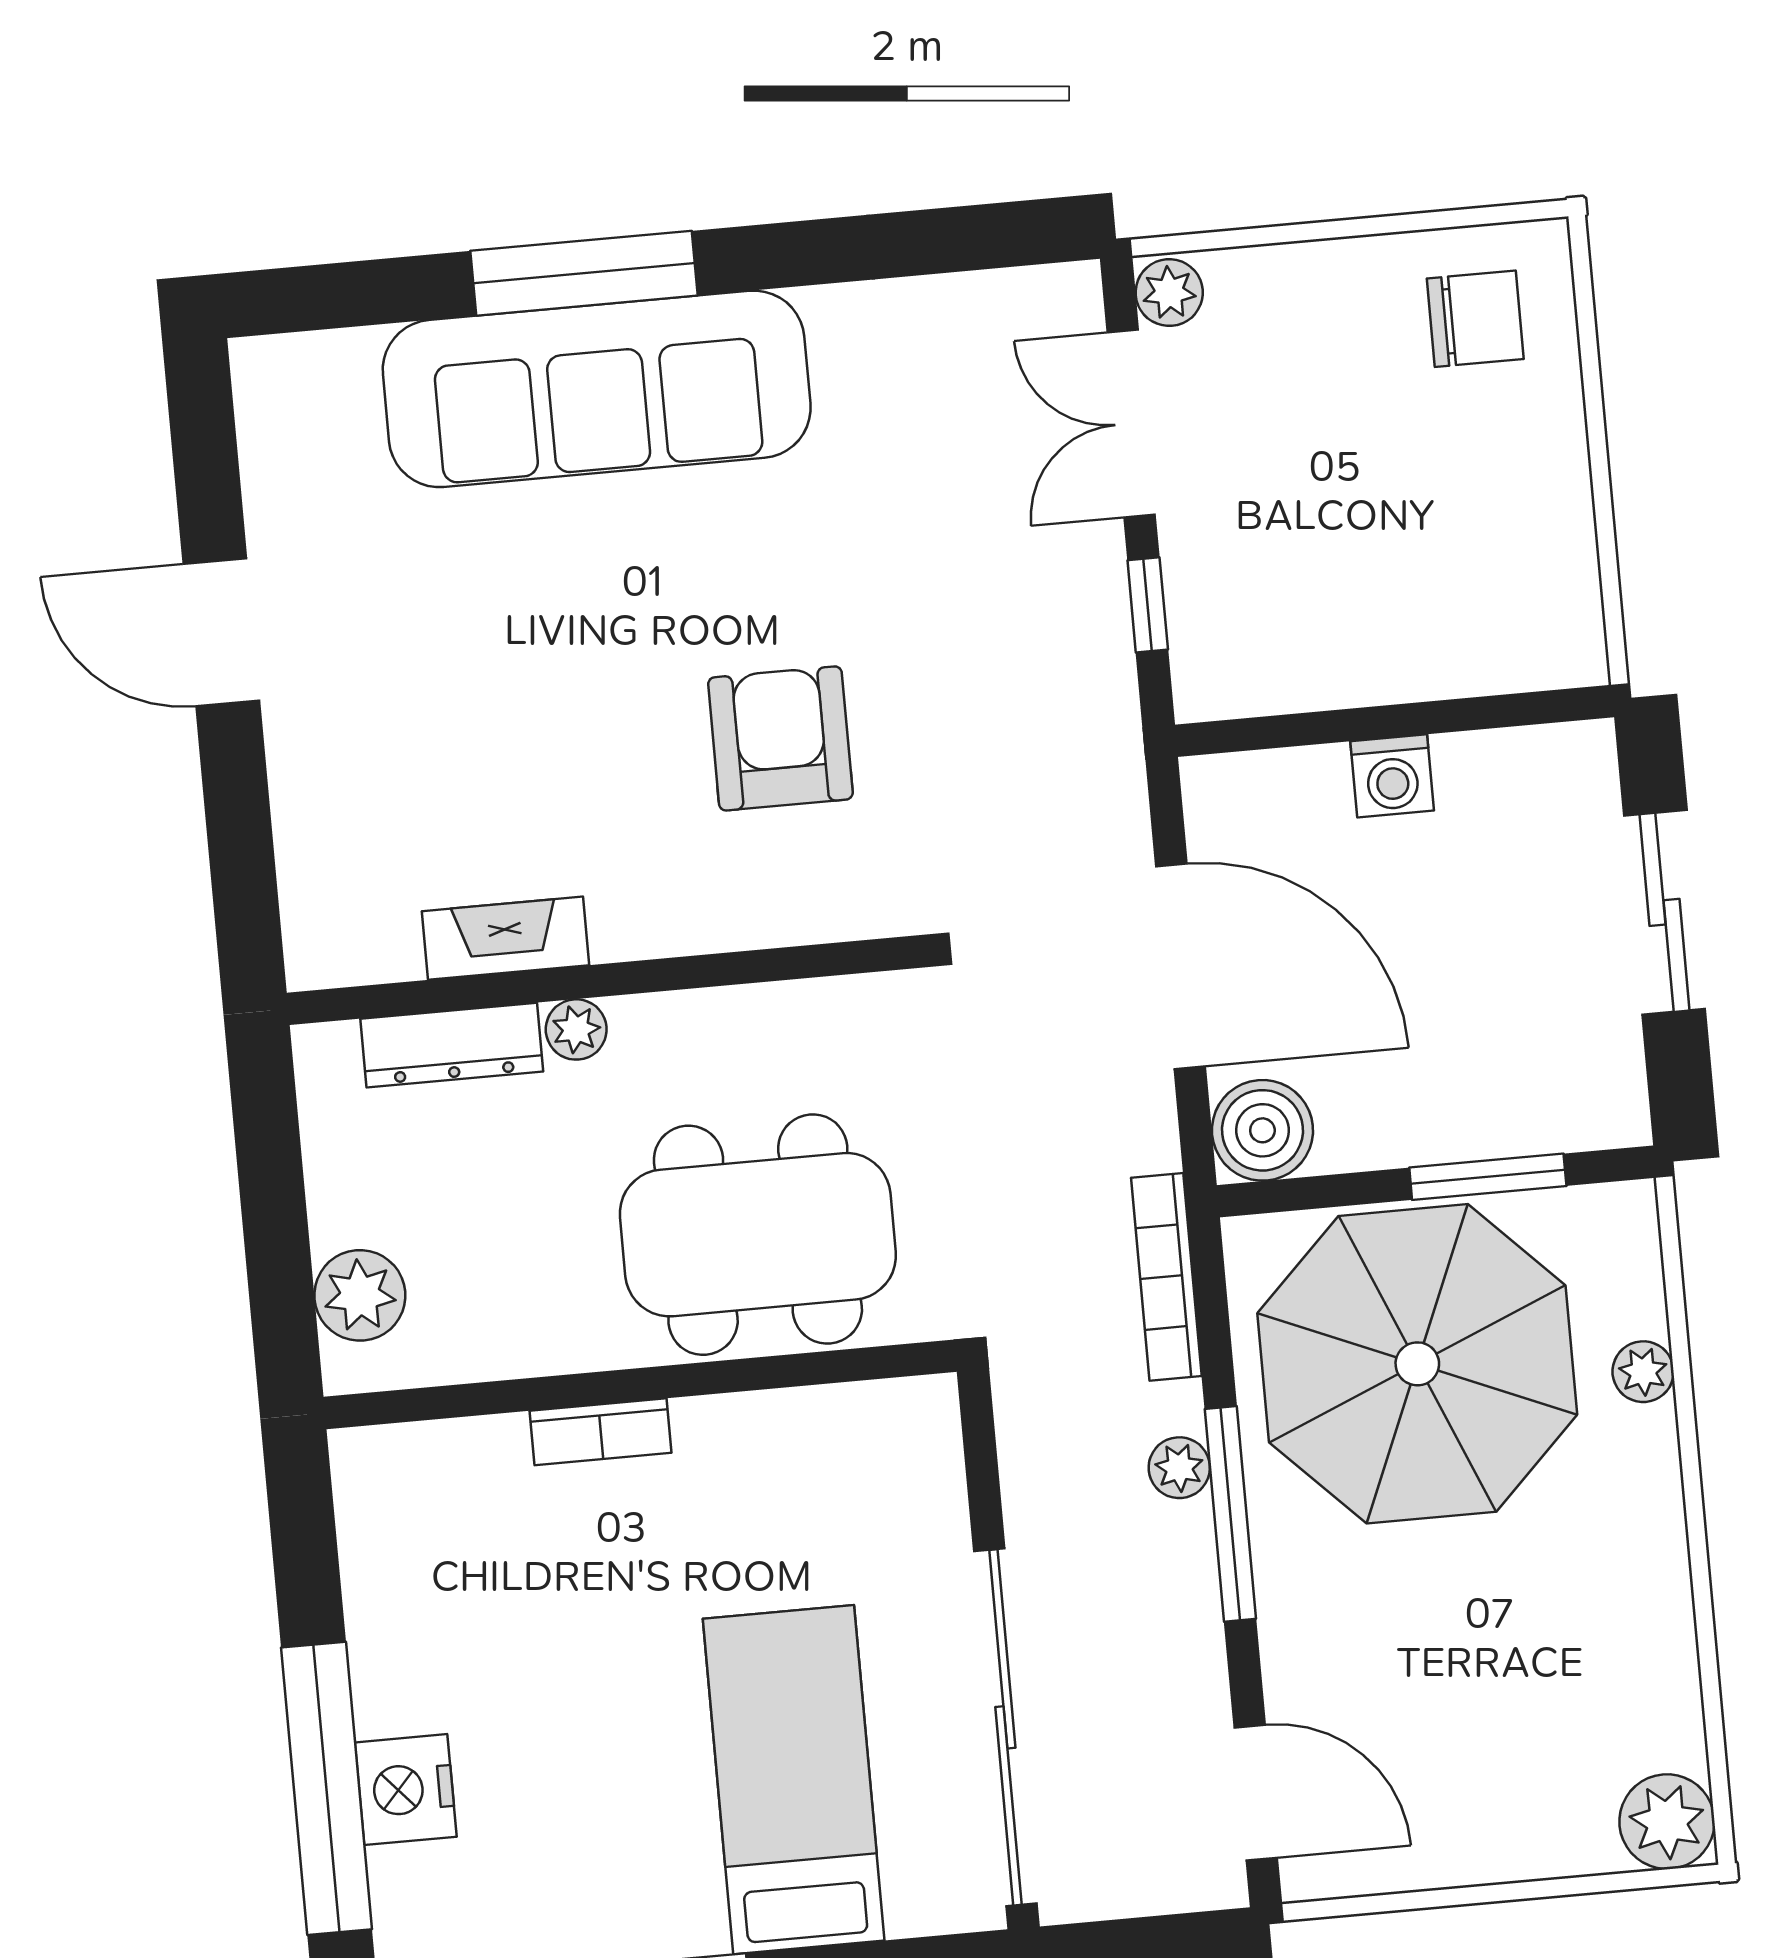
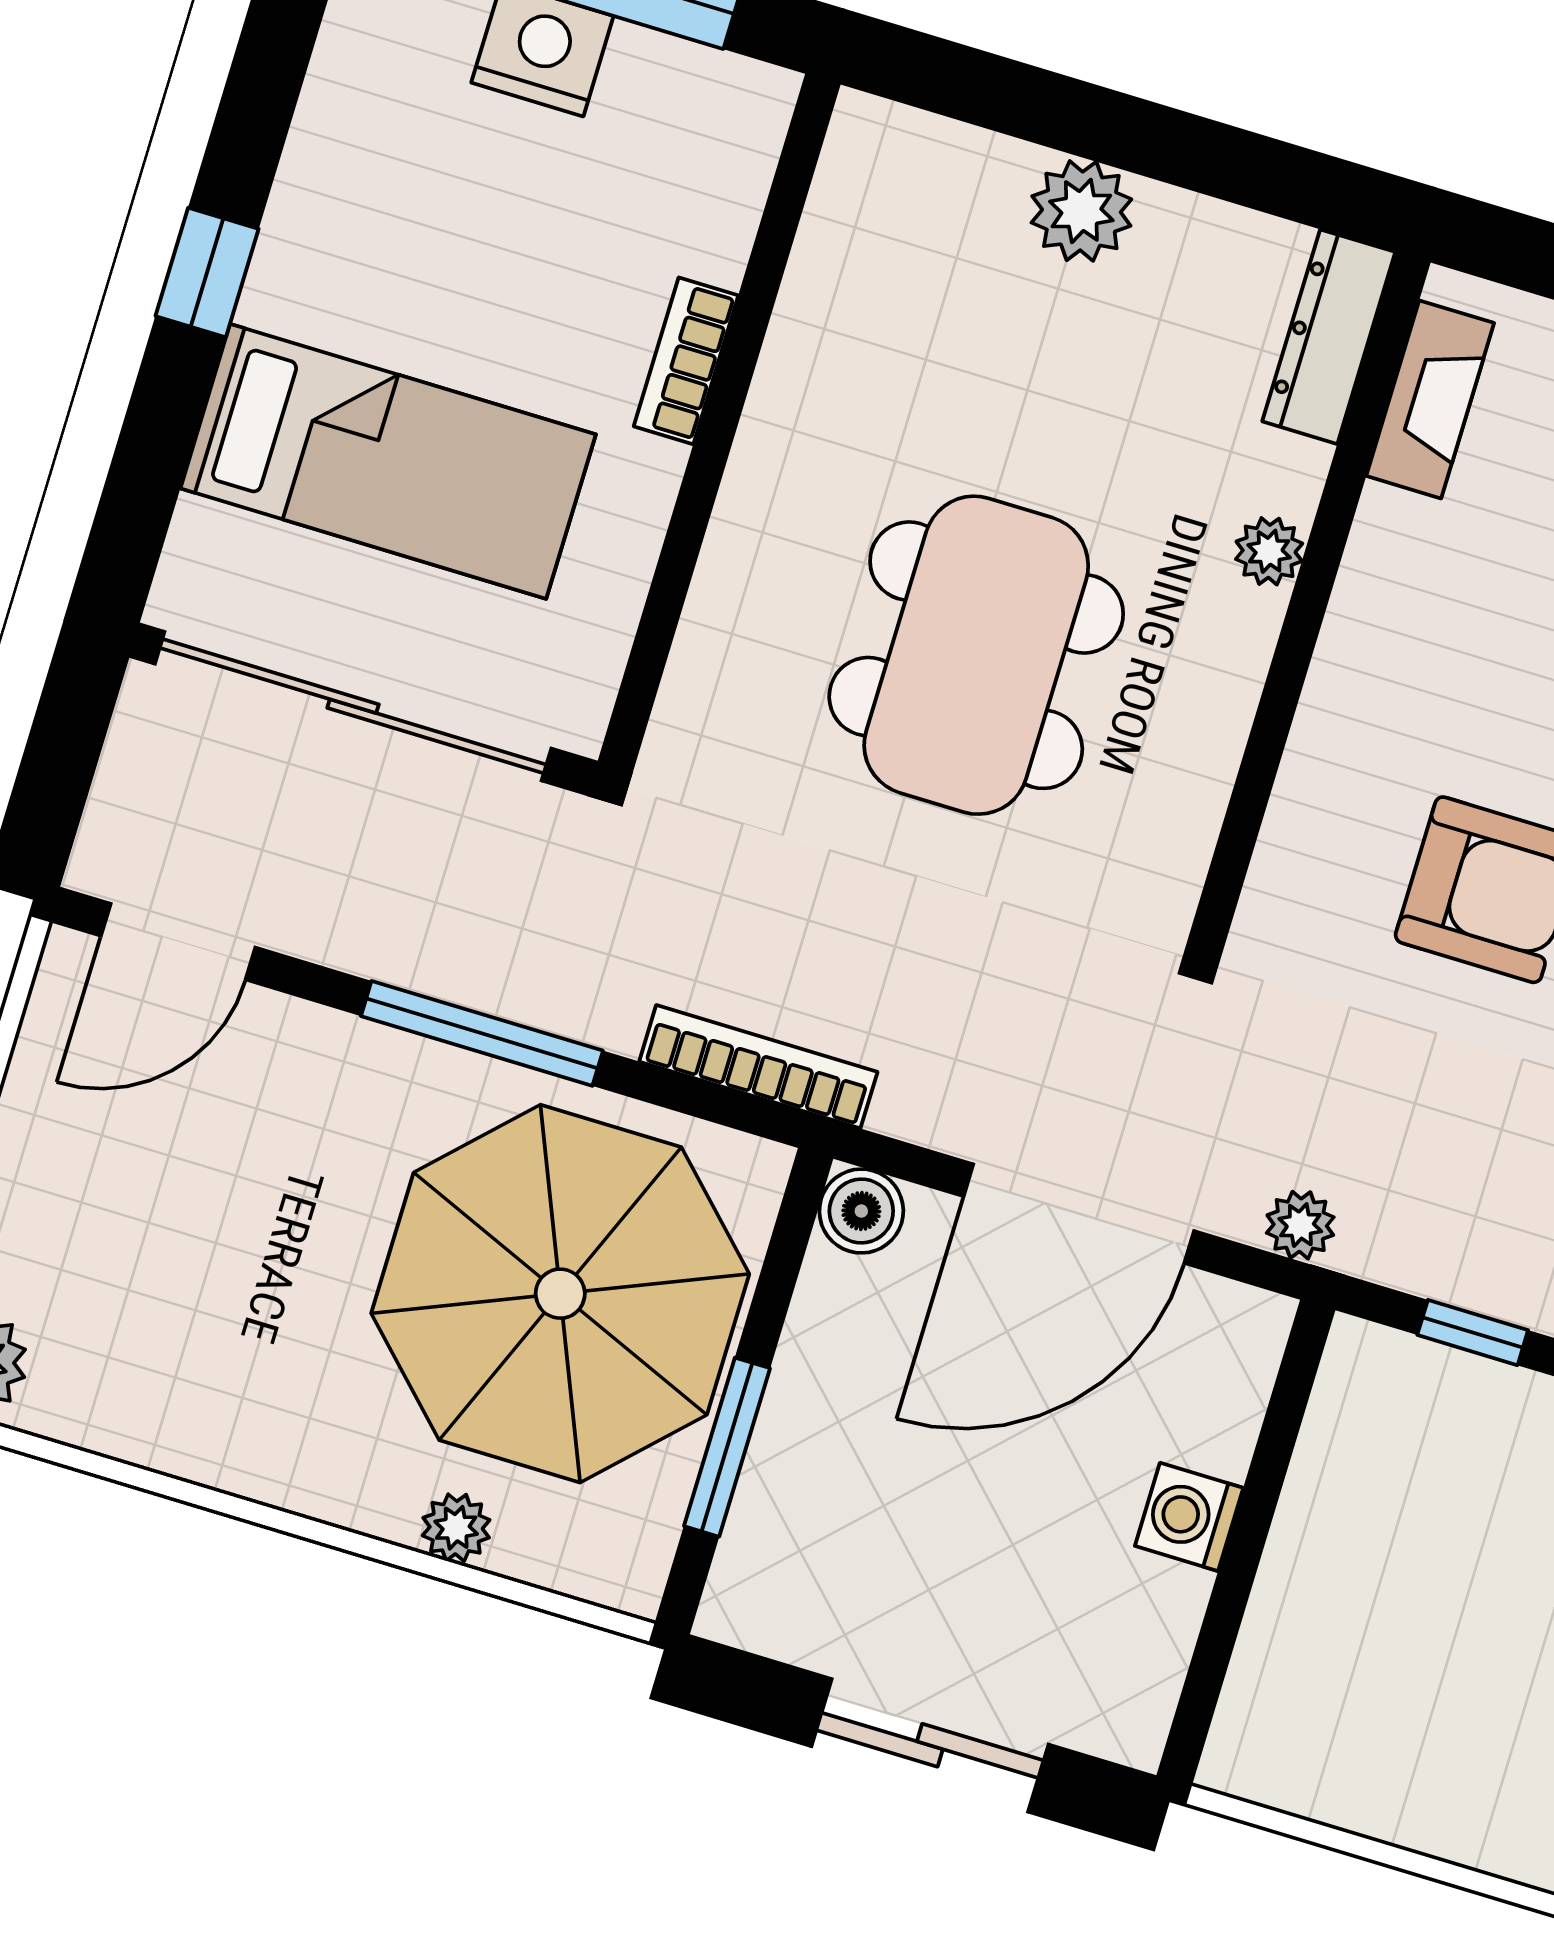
fireplace: (506, 938) -> (1430, 399), moved
dresser: (452, 1045) -> (1329, 337), moved
boiler: (1262, 1130) -> (861, 1211), width x0.73, depth x0.73
wall: (640, 1384) -> (719, 423), moved
bookcase: (601, 1432) -> (686, 361), moved
plant: (1179, 1468) -> (1300, 1225), moved

